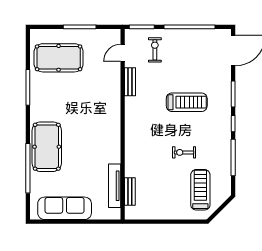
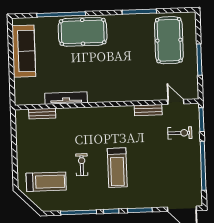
treadmill: (187, 102) -> (117, 168), moved
tv unit: (115, 186) -> (66, 98), moved

